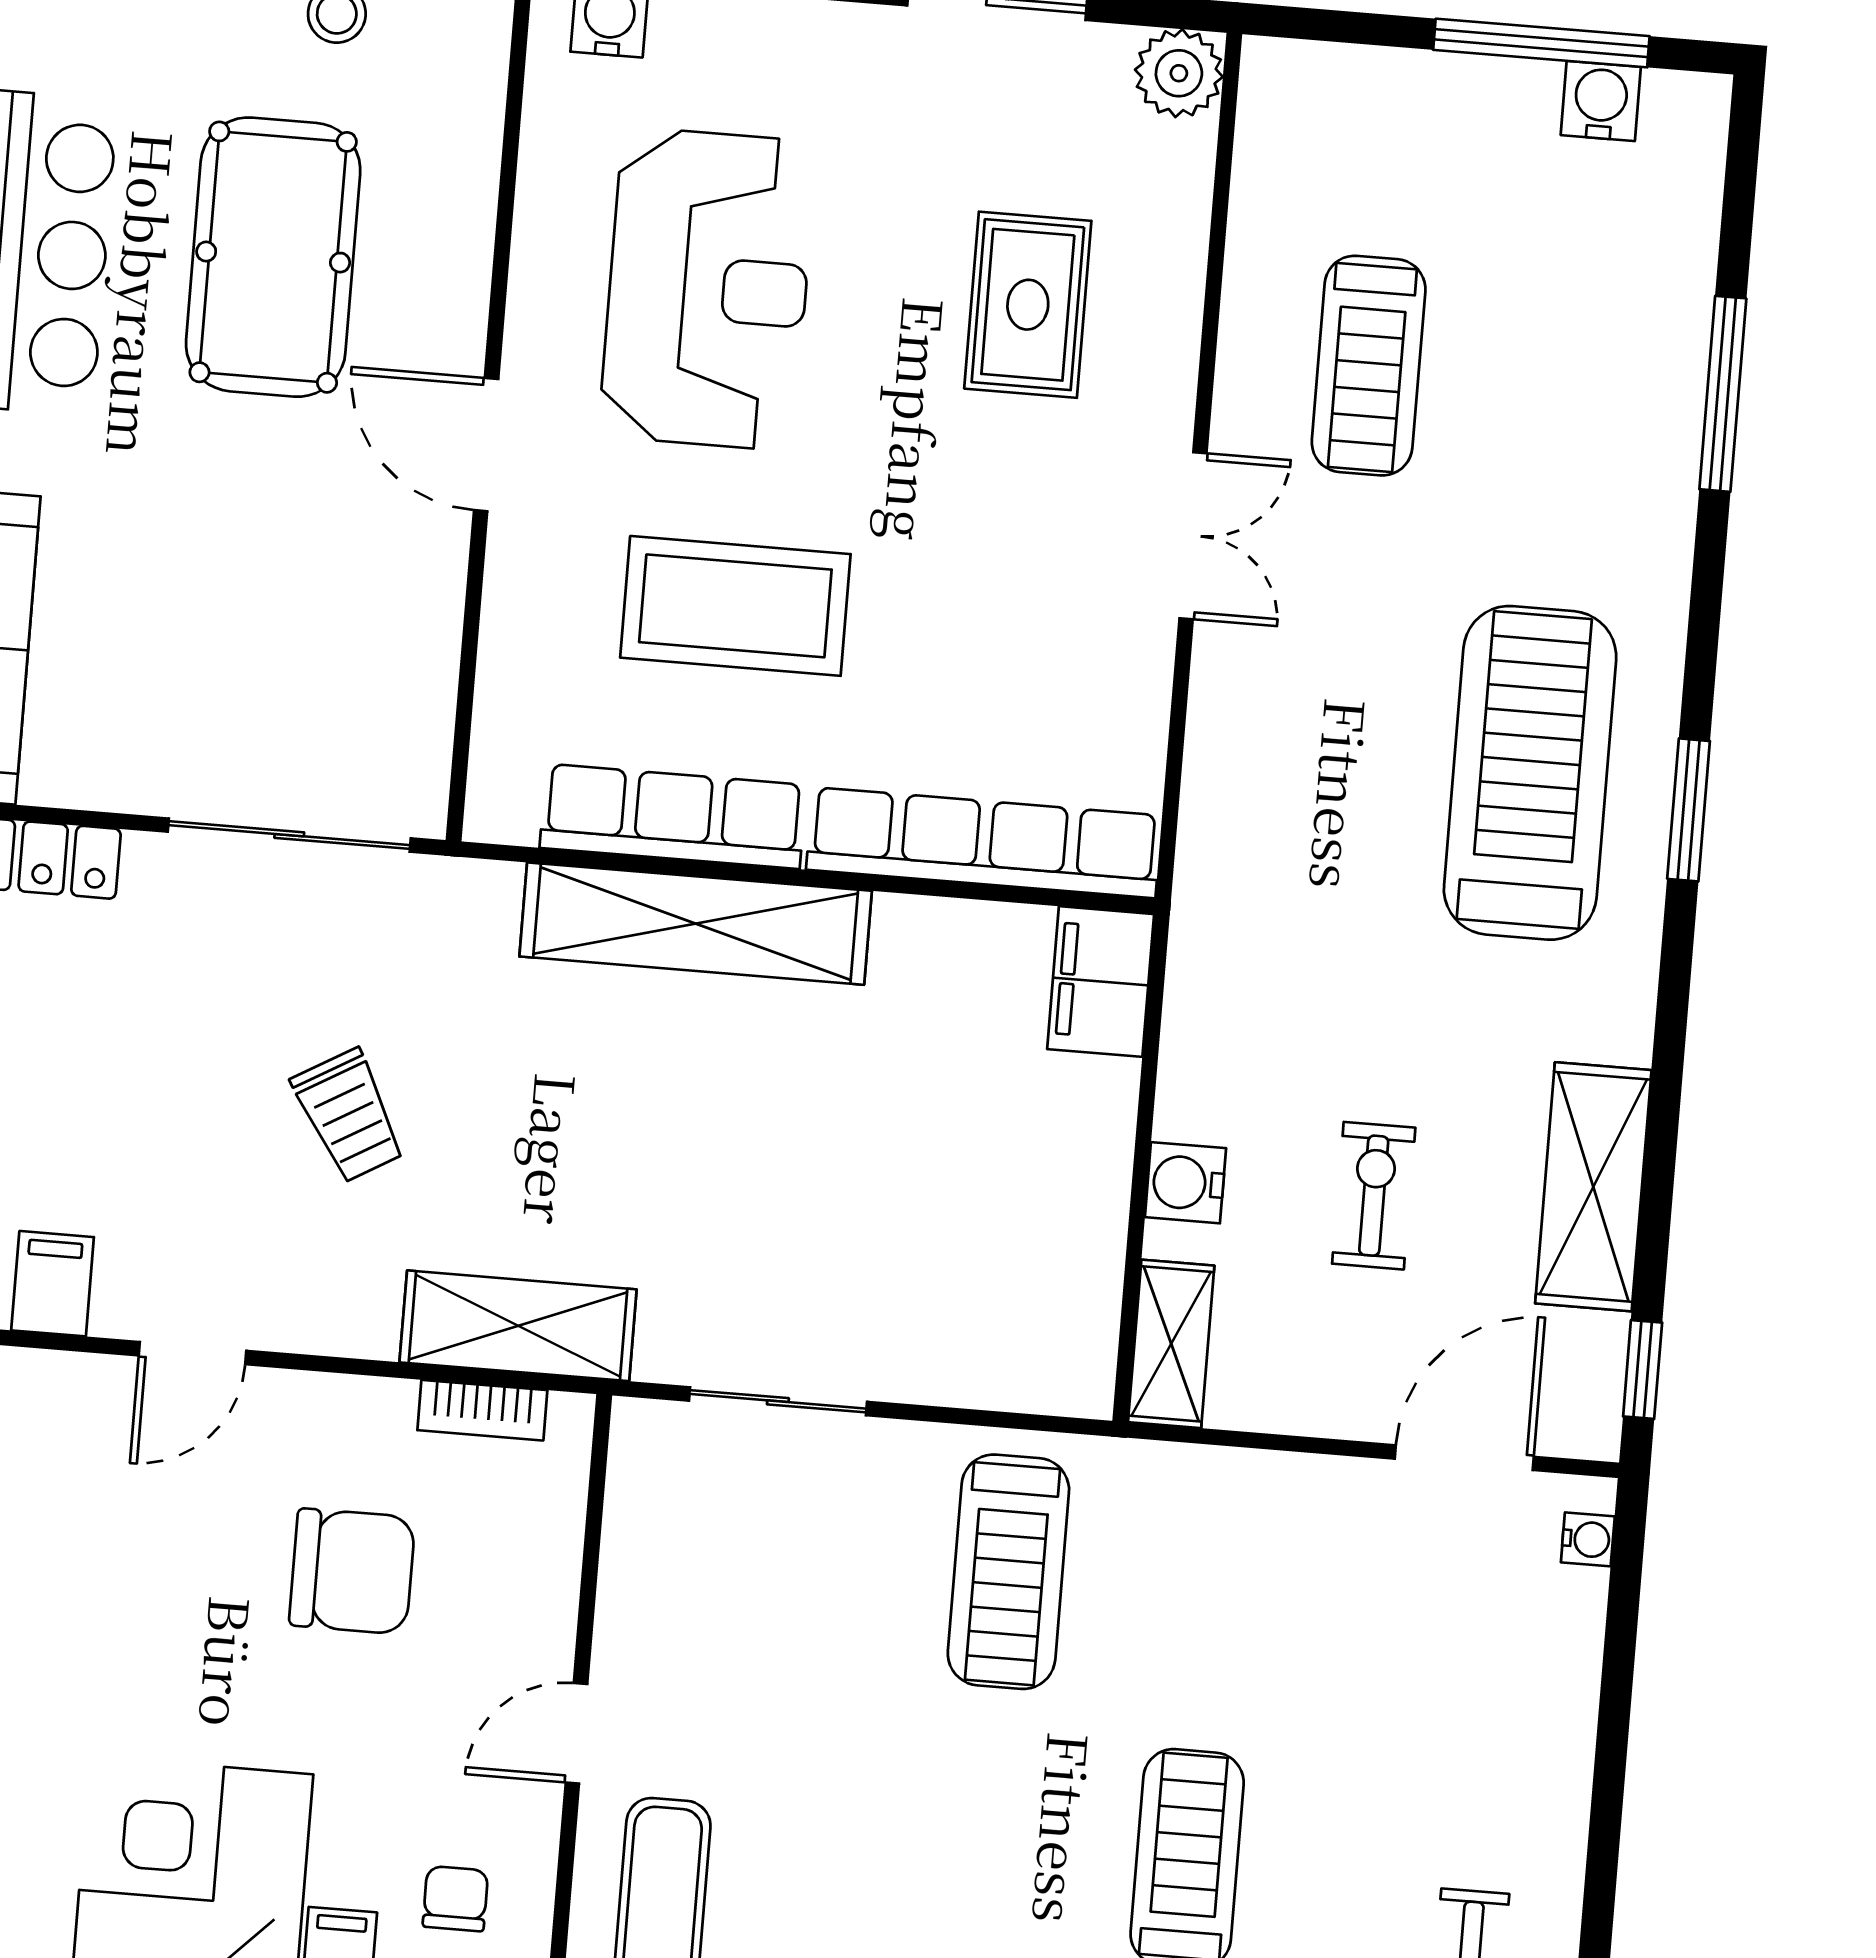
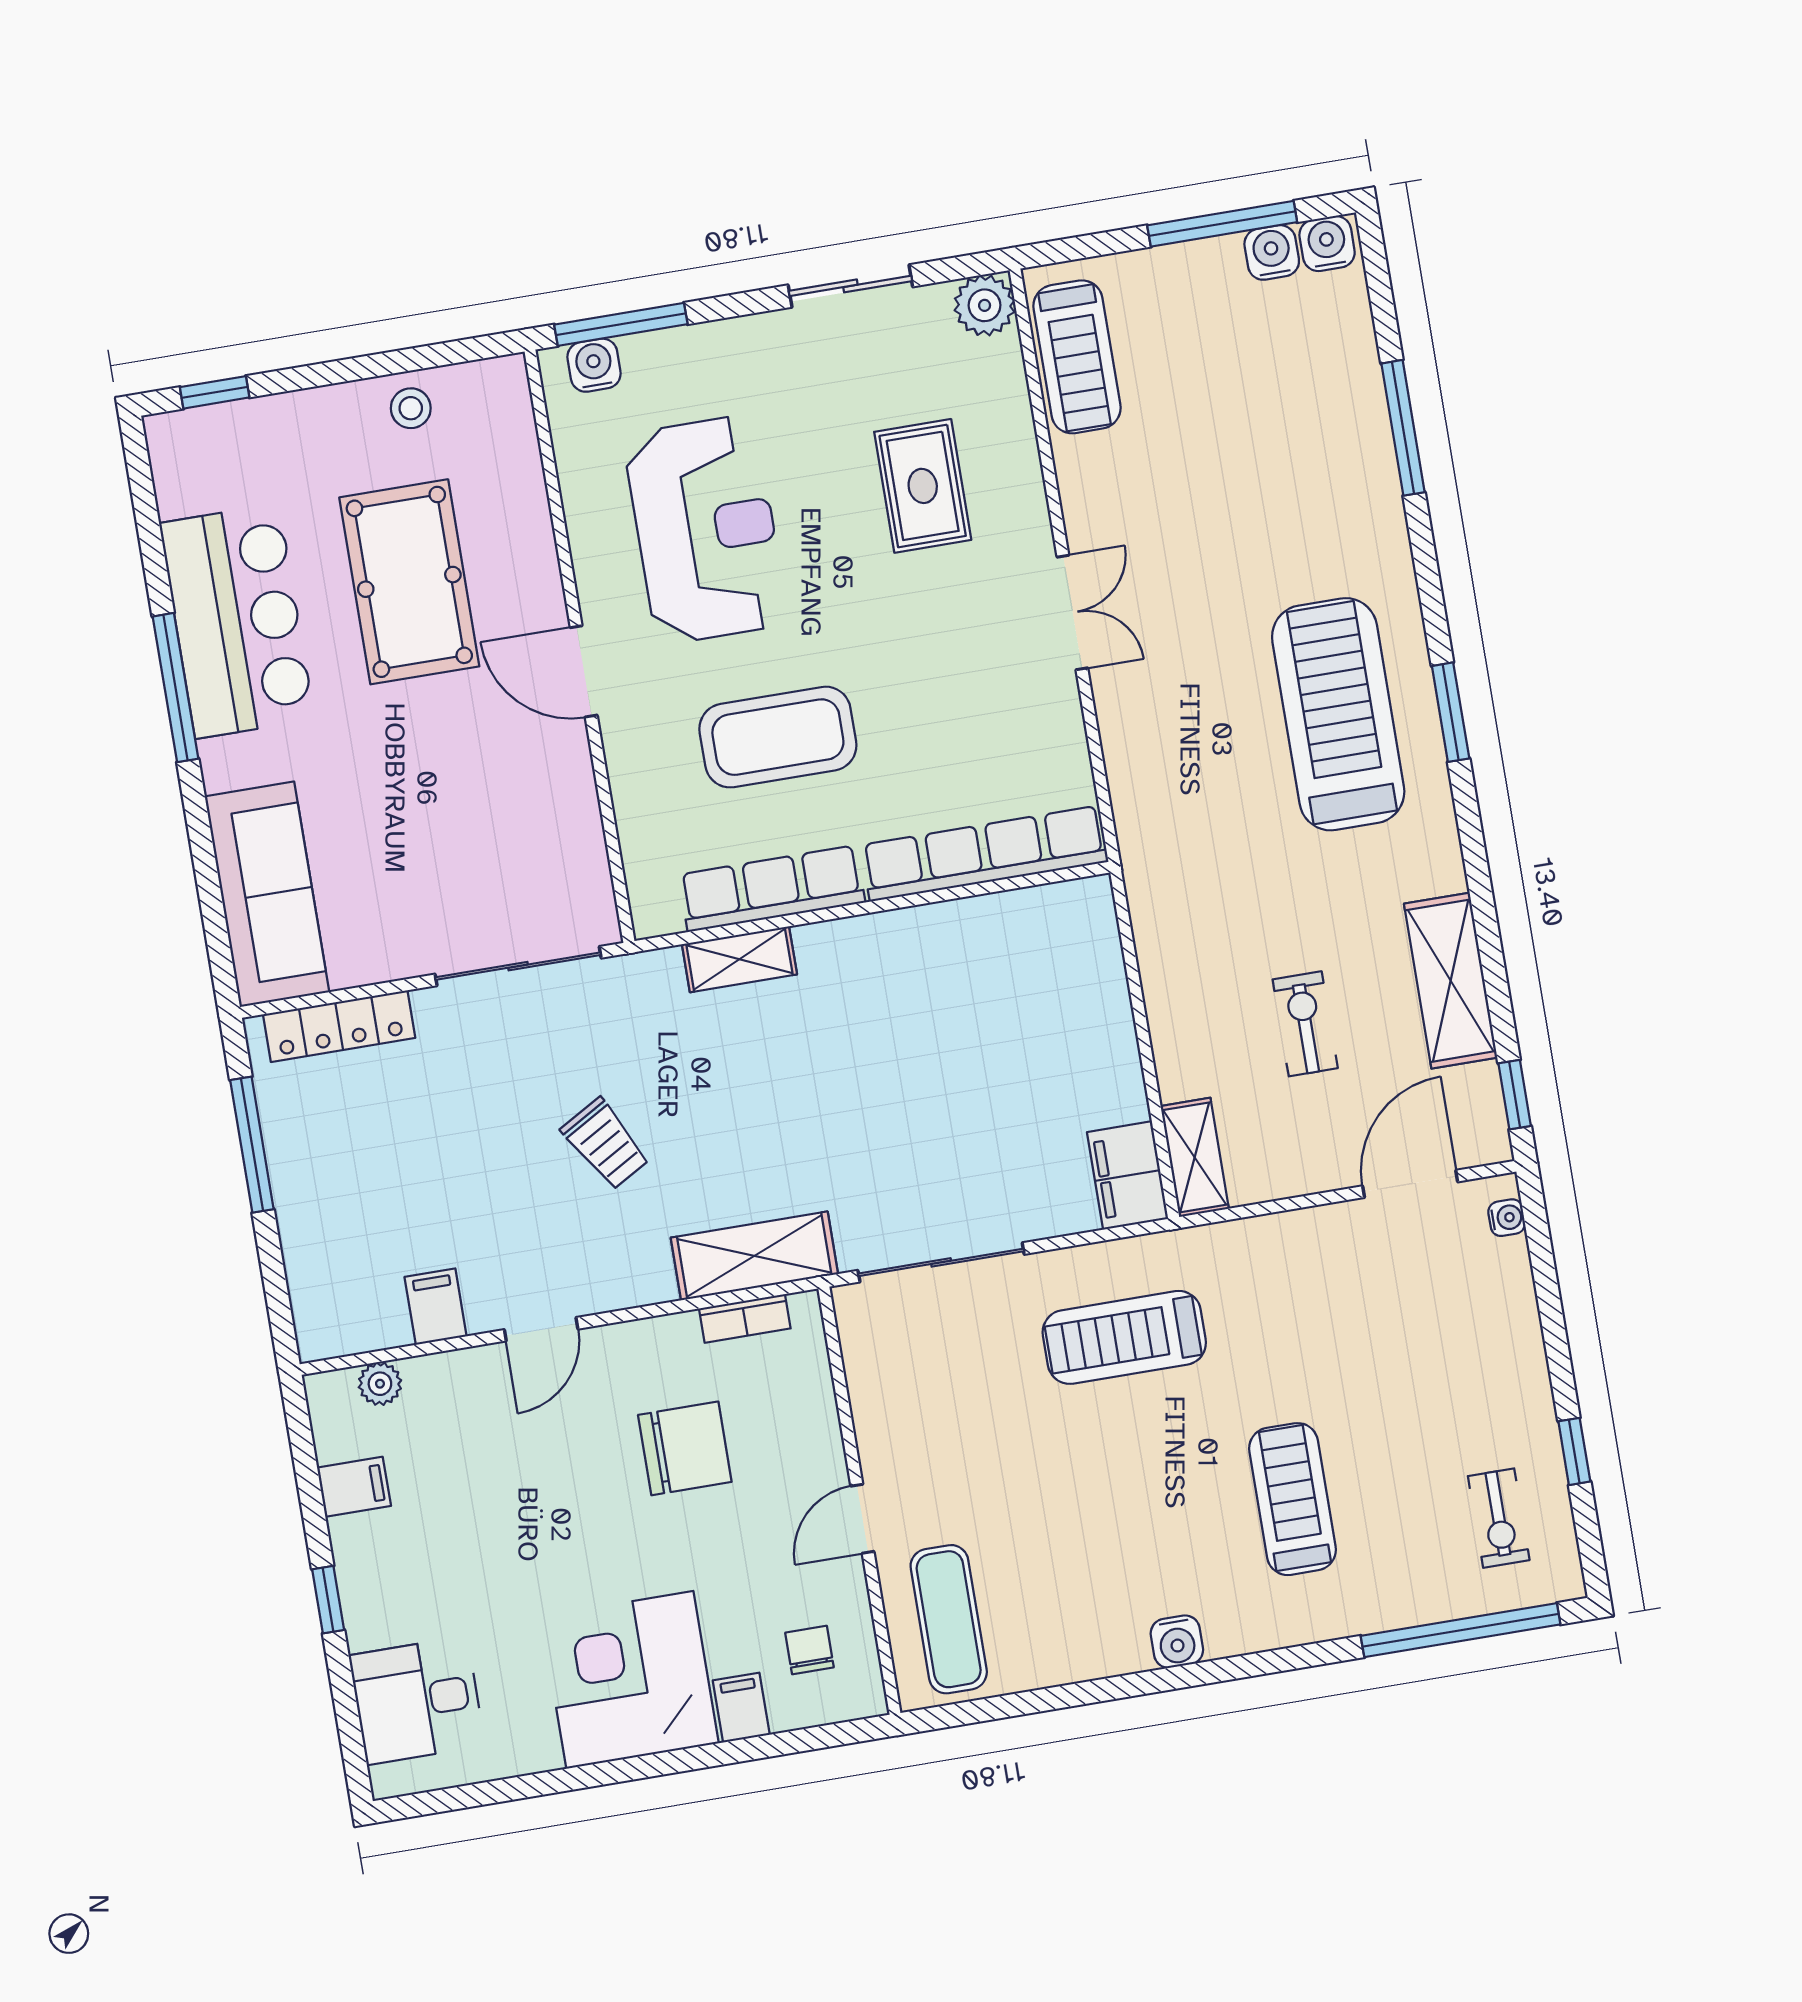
treadmill: (1369, 366) -> (1077, 357), moved
shelving: (696, 924) -> (739, 959), width x0.45, depth x0.75
filing cabinet: (1101, 982) -> (1128, 1175), moved
water cooler: (1185, 1183) -> (1327, 244), moved, turned 90
sliding door: (778, 1401) -> (941, 1262), width x1.37
treadmill: (1008, 1572) -> (1124, 1337), turned 90
window: (1600, 1892) -> (1574, 1451), added

